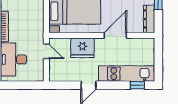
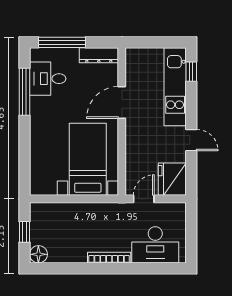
door: (115, 35) -> (122, 103), hinge flipped
fridge: (82, 48) -> (172, 179), moved, turned 180

